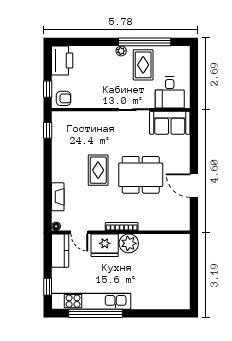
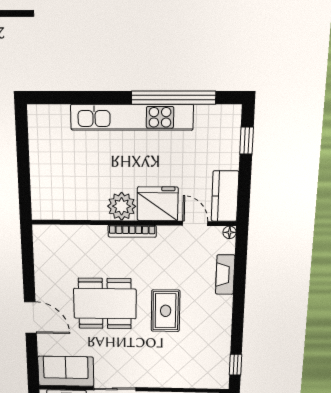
door: (194, 186) -> (30, 318), moved
kitchen unit: (91, 301) -> (132, 117), moved

